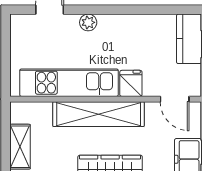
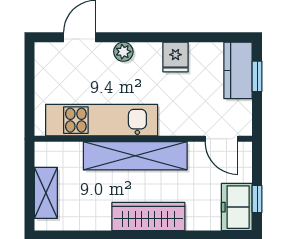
fridge: (131, 83) -> (175, 57), moved, turned 180

